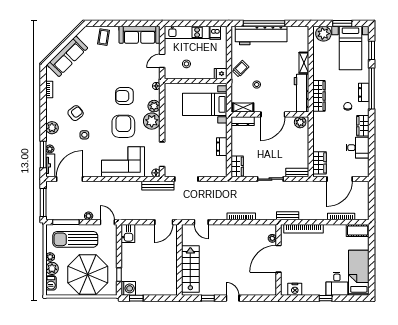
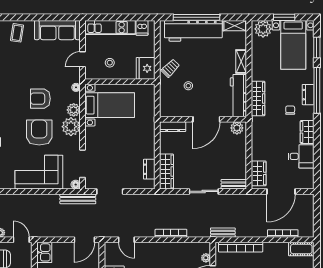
fridge: (221, 74) -> (146, 68), width x1.88, depth x1.34
bed with nightstands: (205, 104) -> (110, 105), moved, turned 180
shelving: (243, 108) -> (235, 26), moved
dresser: (222, 147) -> (149, 169), moved
wardrobe: (237, 166) -> (166, 171), width x1.50

